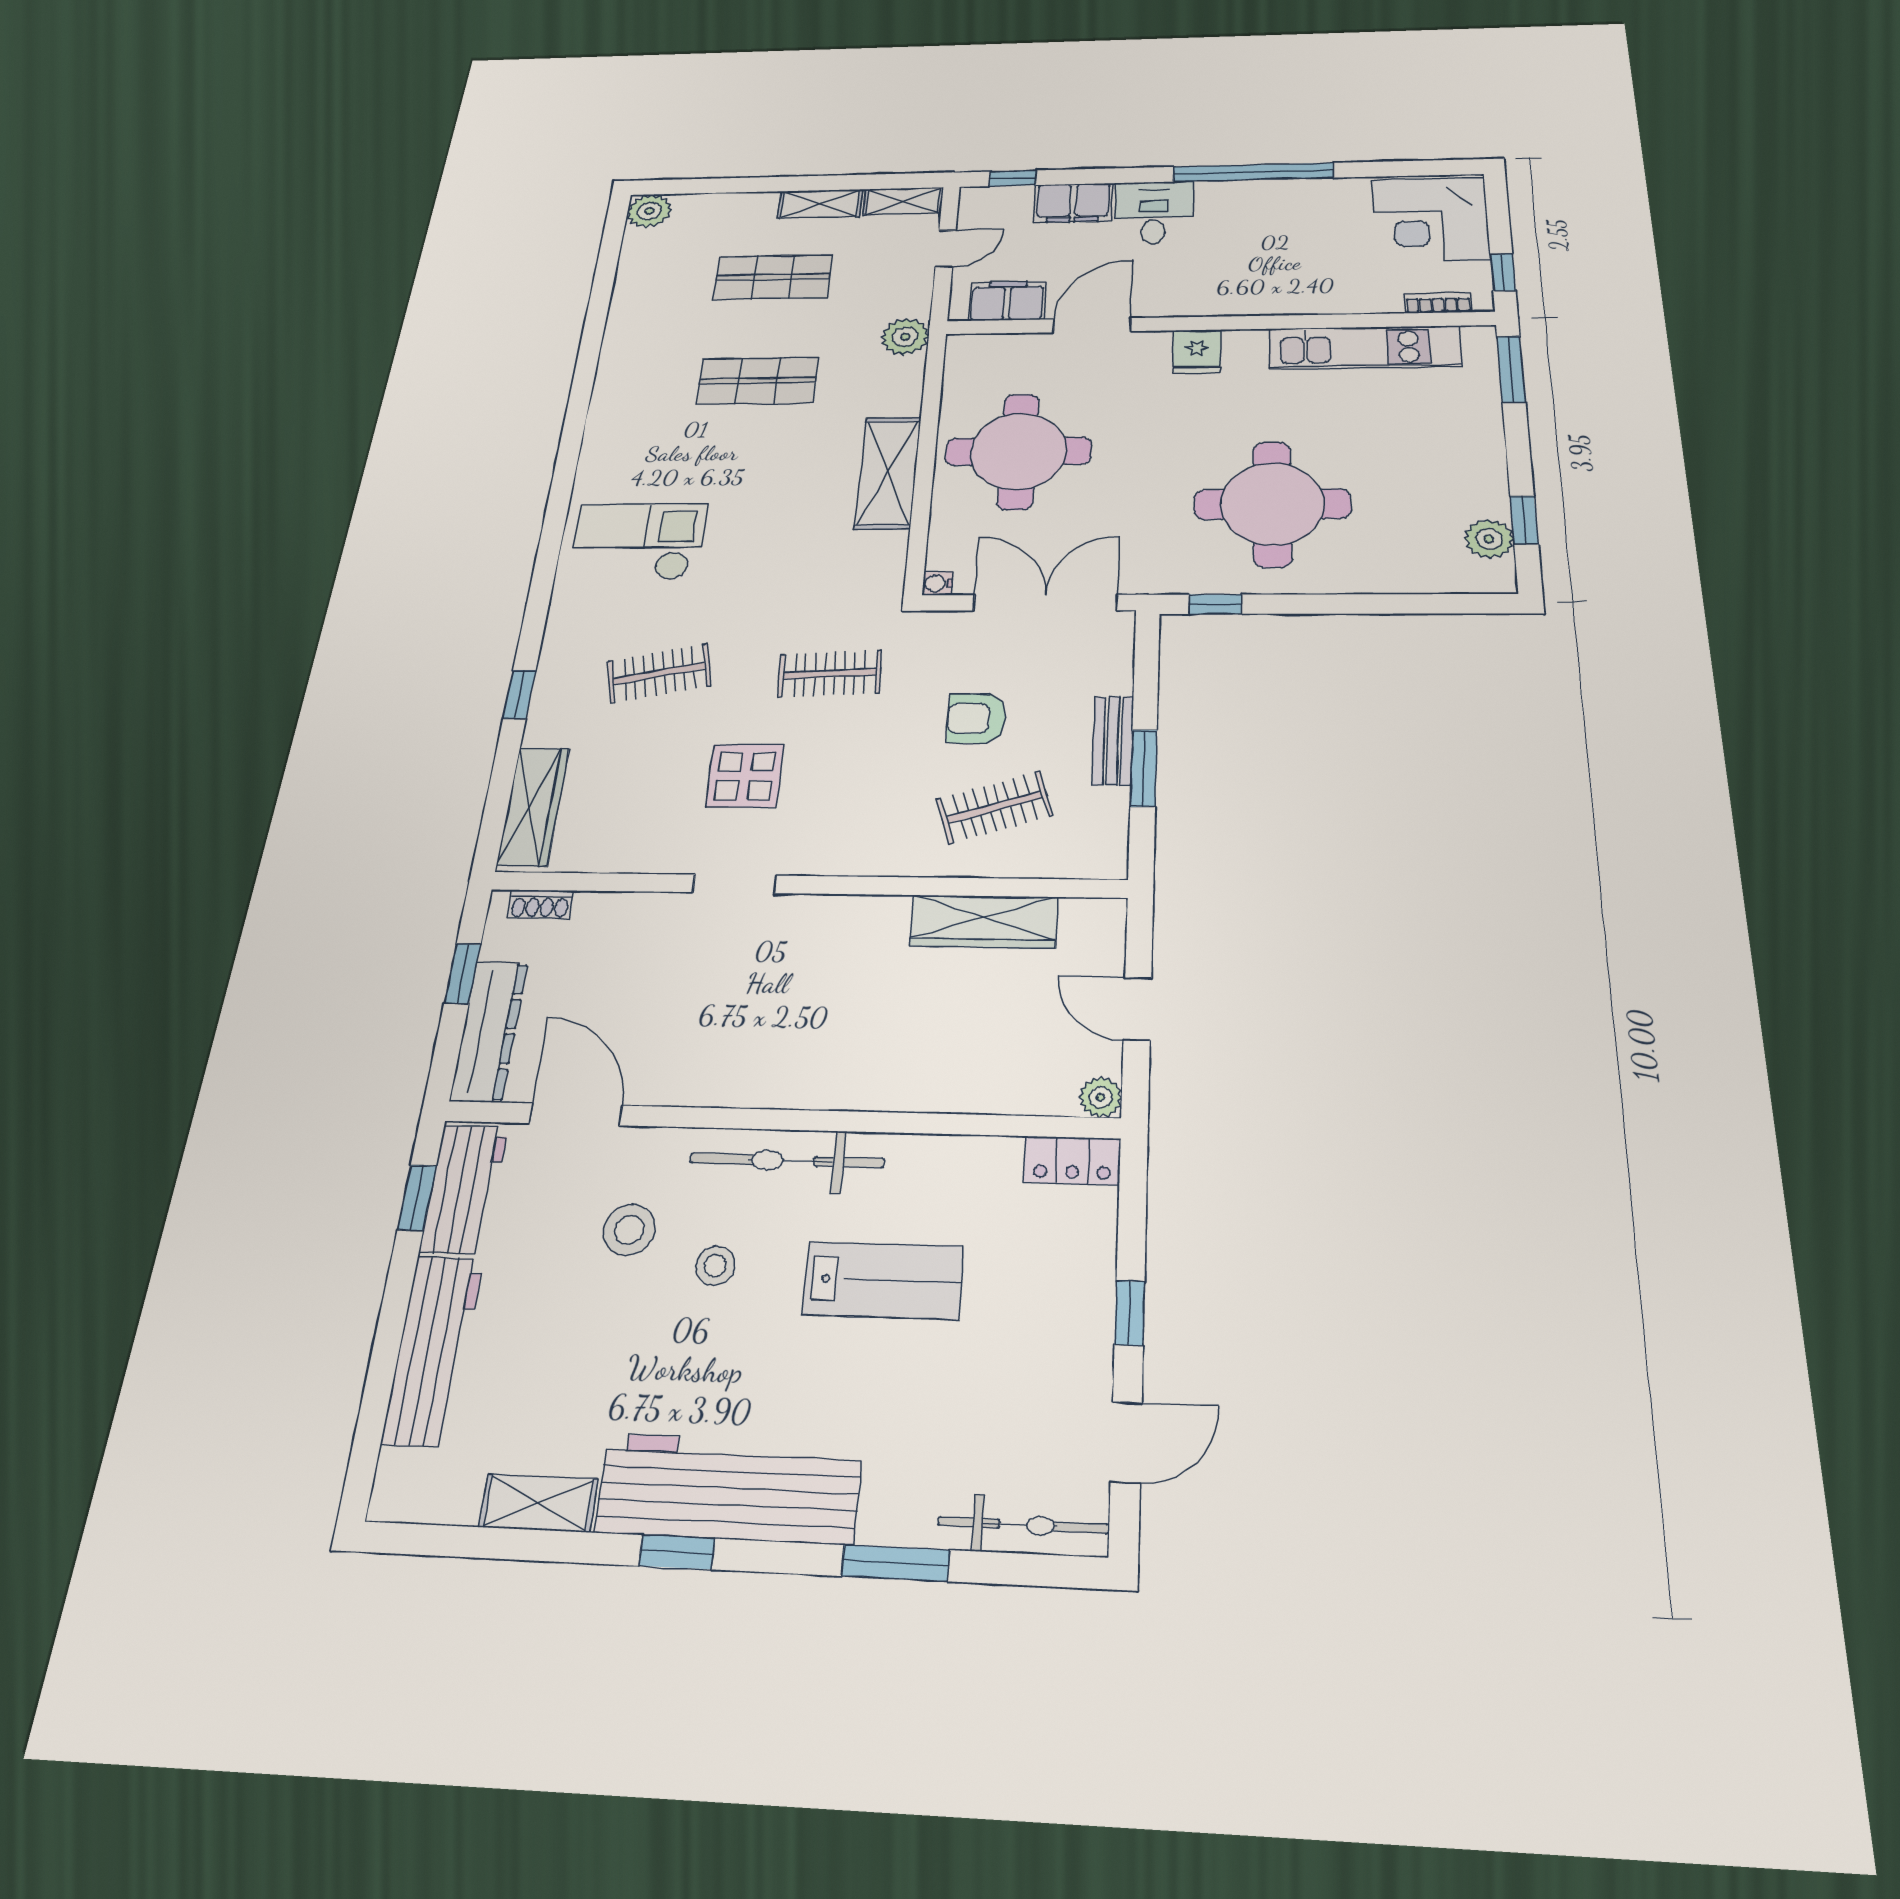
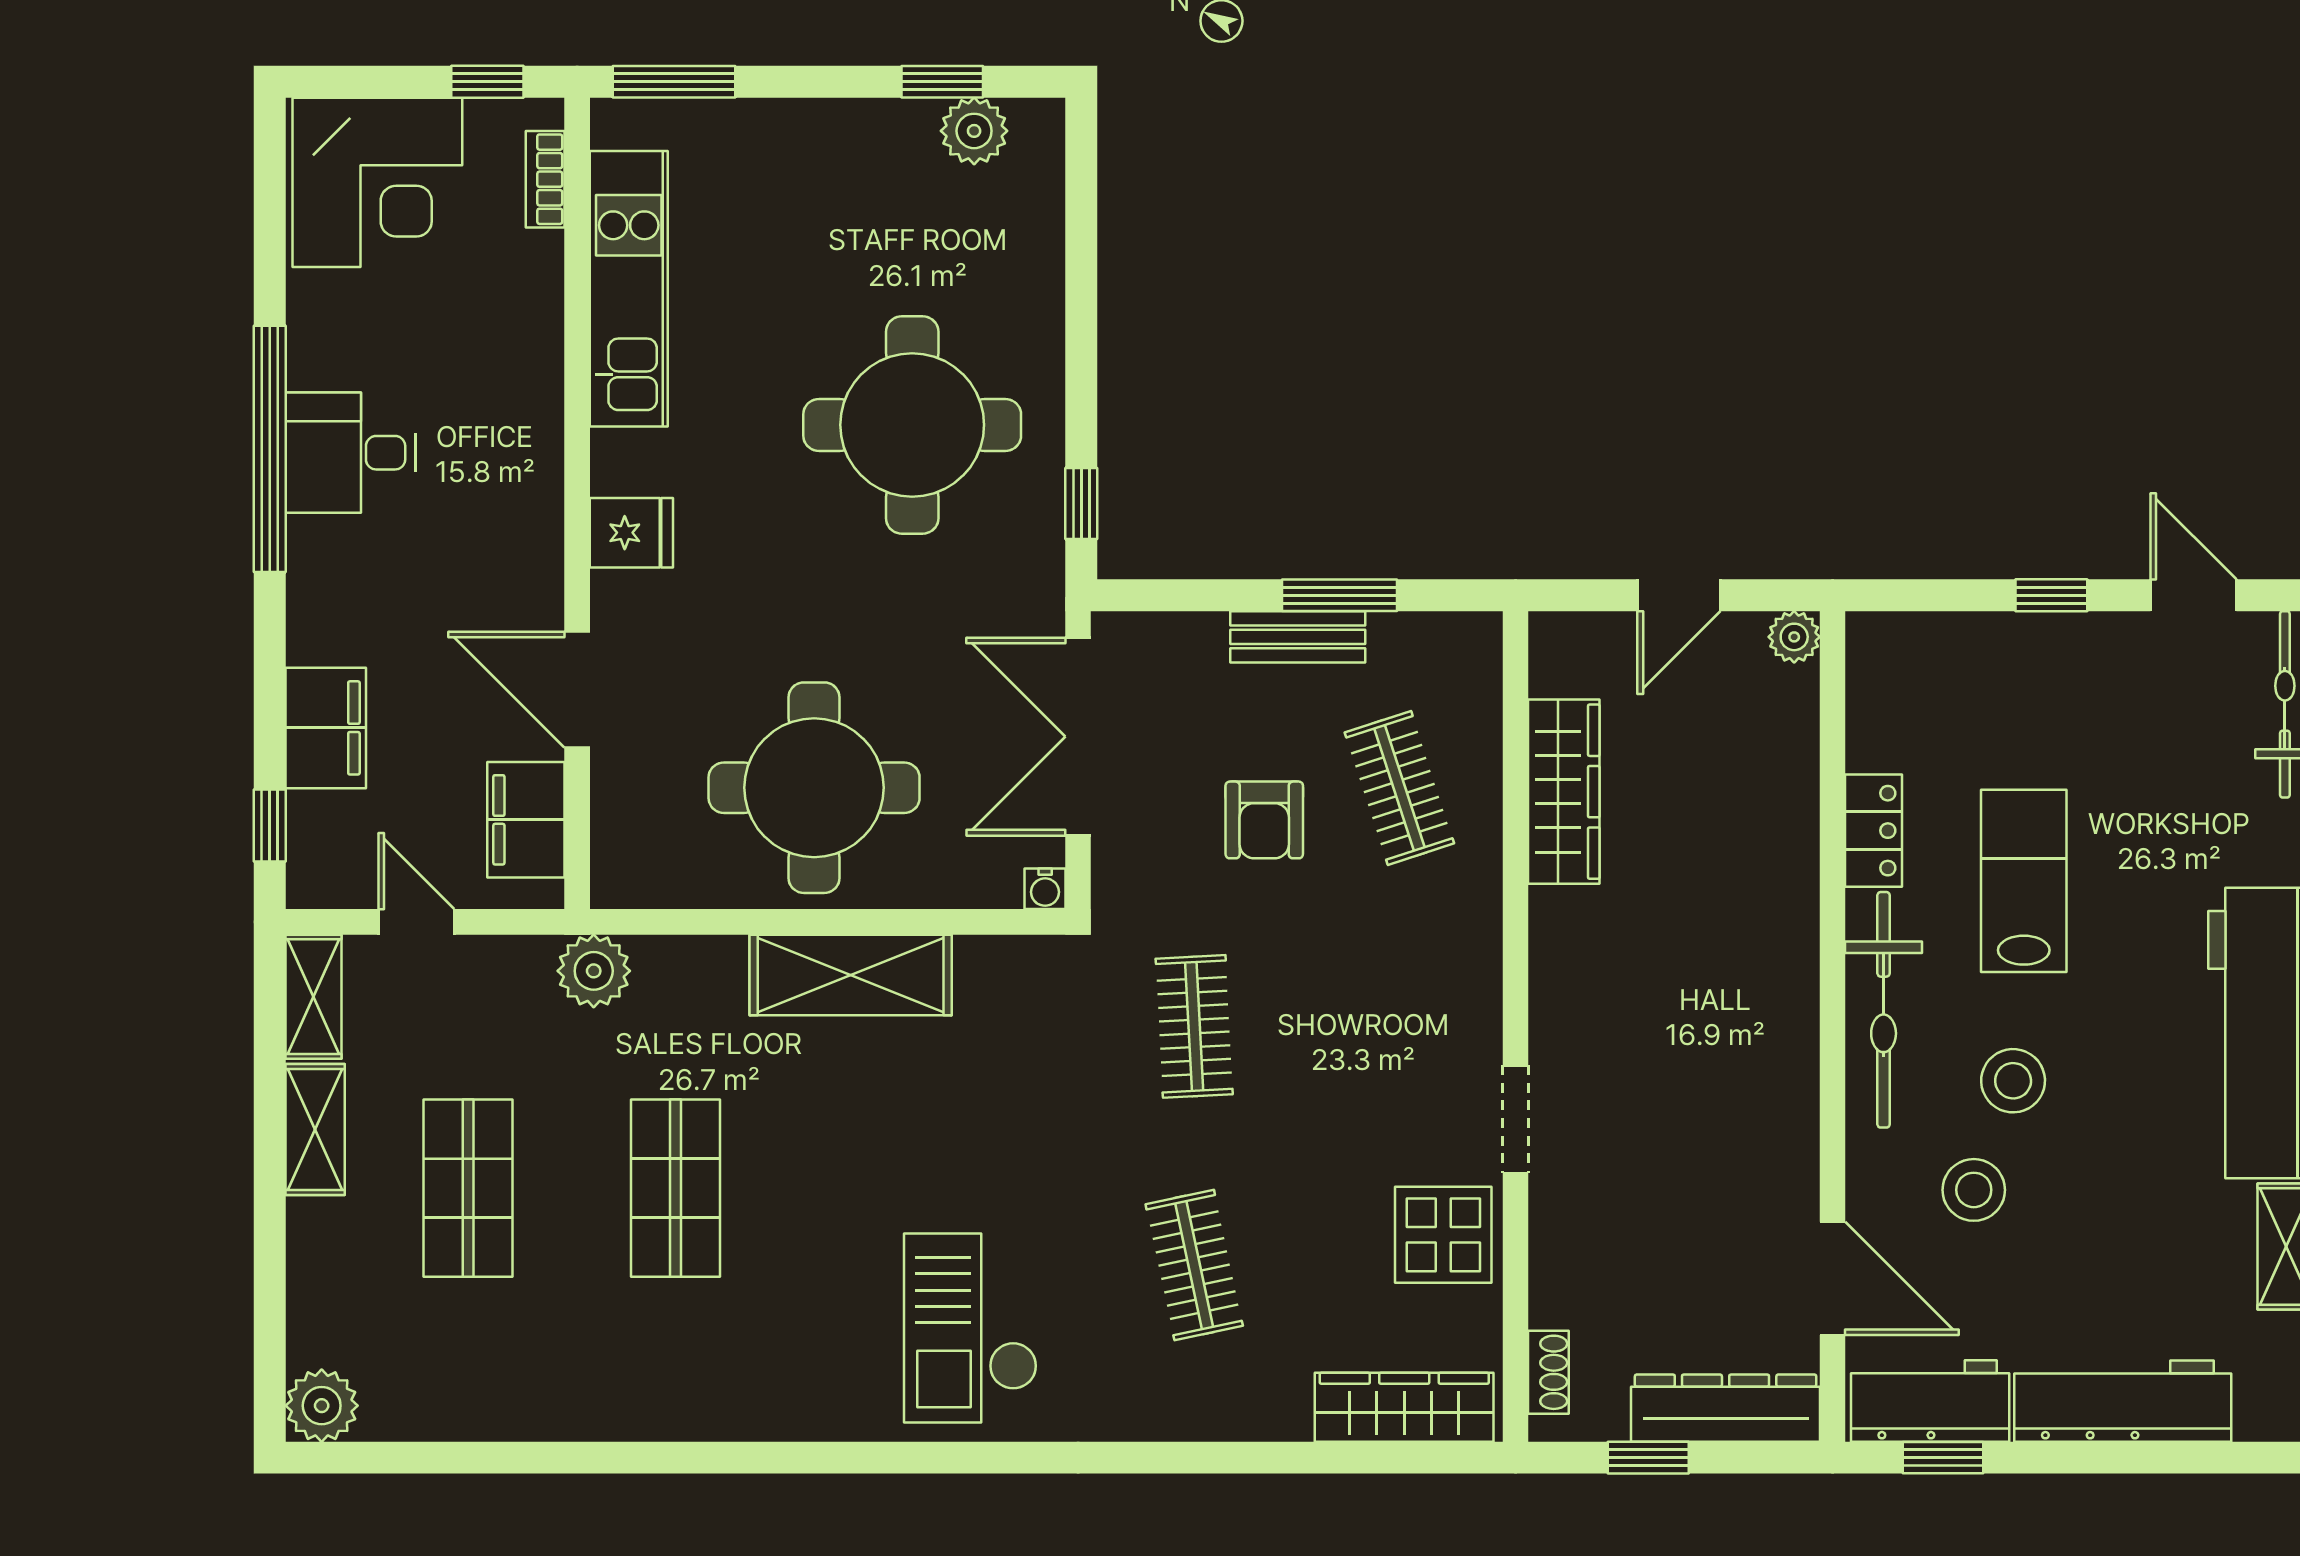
desk: (1154, 213) -> (351, 453), moved
window: (519, 694) -> (1229, 1458), removed
display table: (745, 776) -> (1443, 1235), moved
door: (576, 1114) -> (1833, 1278), swing flipped
locker: (1072, 1160) -> (1874, 831), moved
stool: (715, 1266) -> (2013, 1081), width x1.37, depth x1.37

